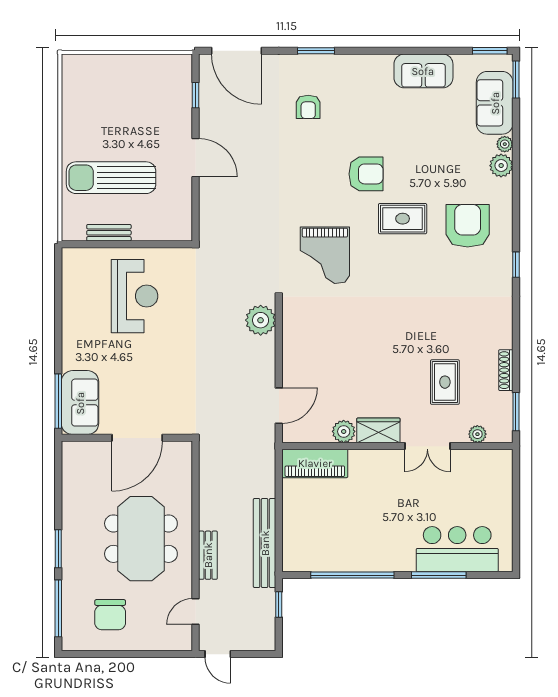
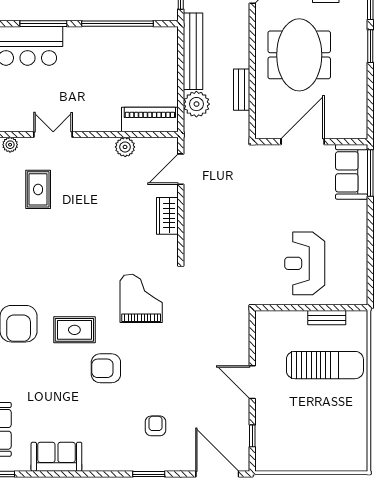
plant: (261, 320) -> (196, 104), moved
wardrobe: (378, 430) -> (167, 216), moved, turned 90
bench: (208, 555) -> (242, 90), moved

